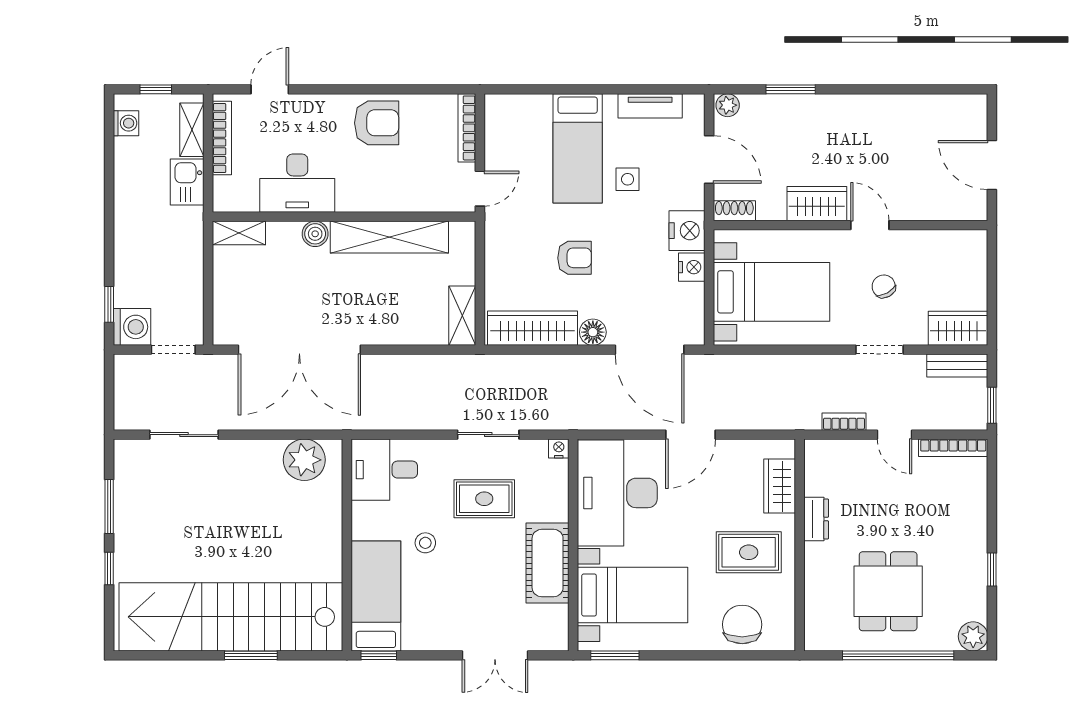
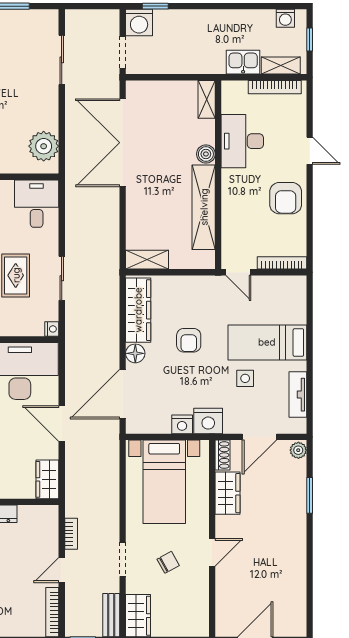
door: (270, 89) -> (310, 151), moved
wardrobe: (817, 204) -> (228, 493), moved
wardrobe: (780, 486) -> (47, 479), moved, turned -90

